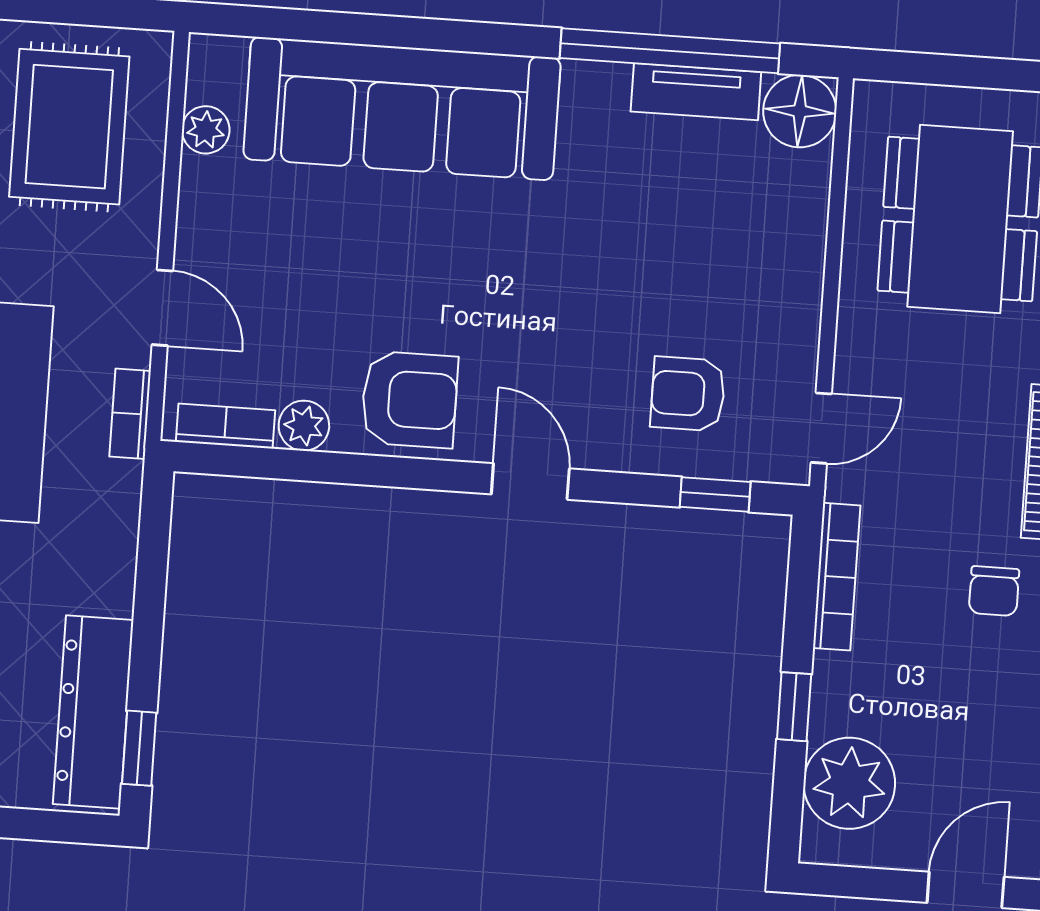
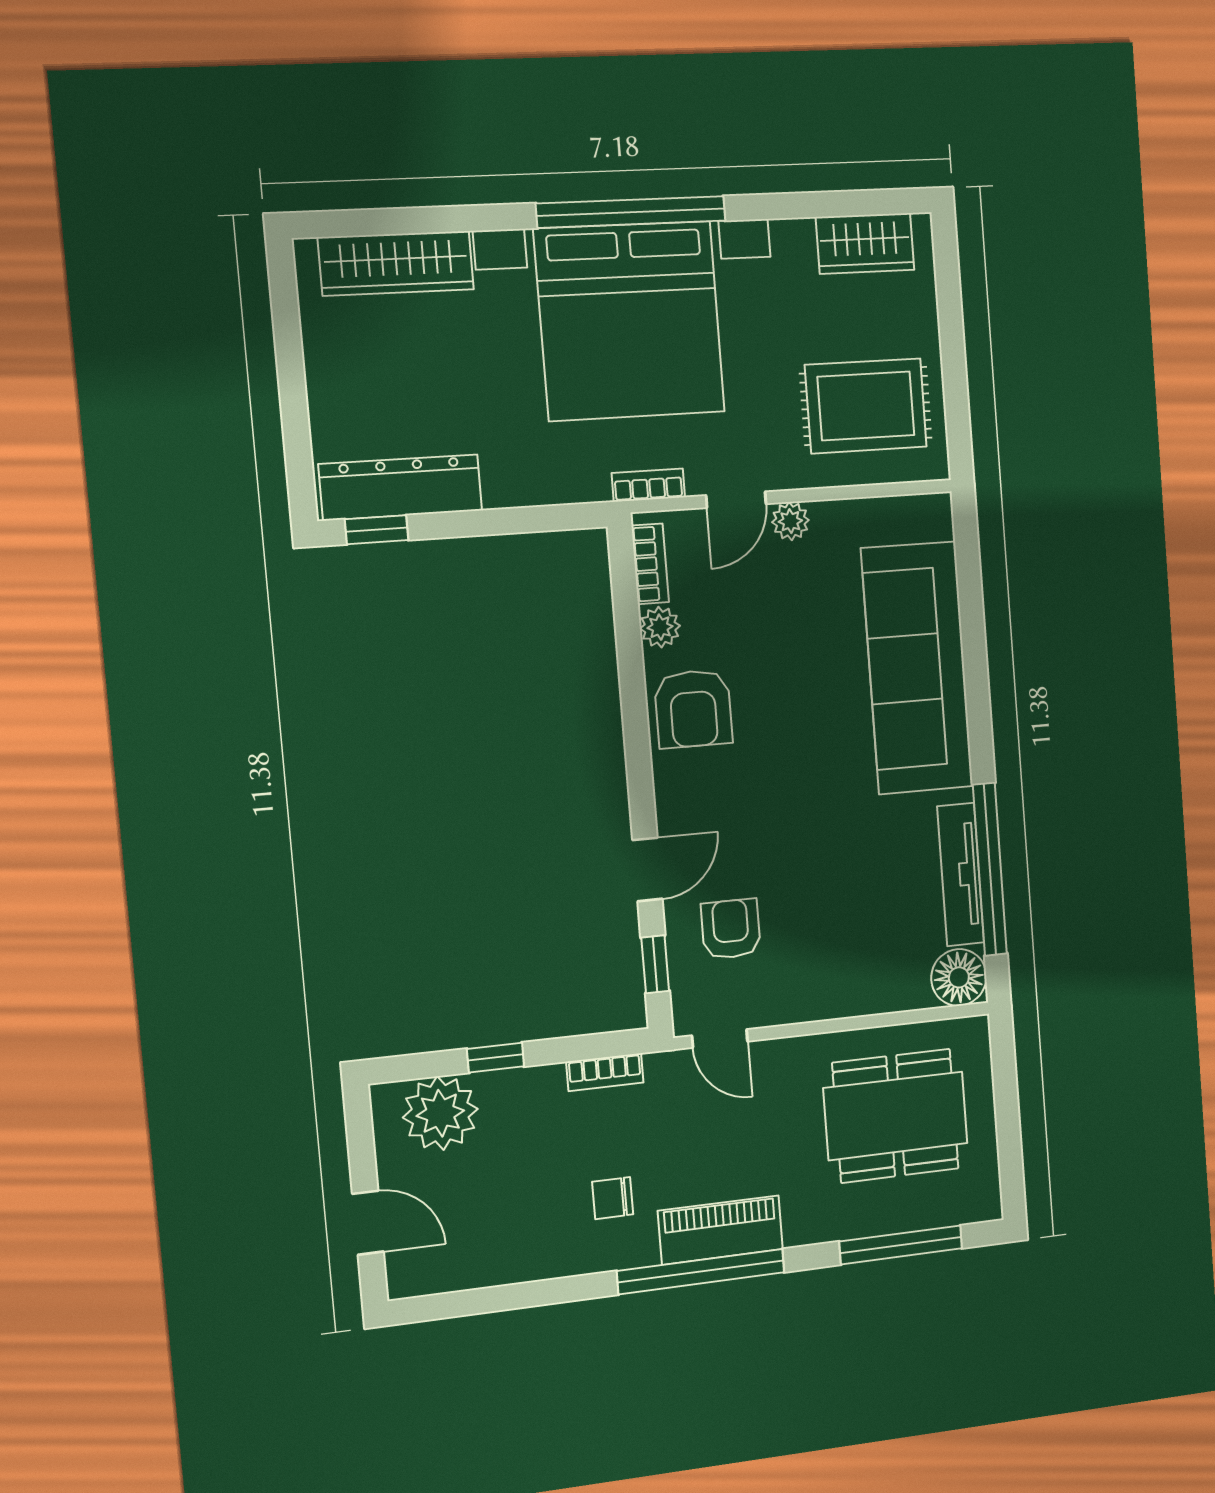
tv unit: (696, 92) -> (961, 875), width x1.41
plant: (206, 130) -> (790, 521), moved
door: (530, 481) -> (647, 870), moved
bookcase: (837, 577) -> (605, 1072), width x0.64

